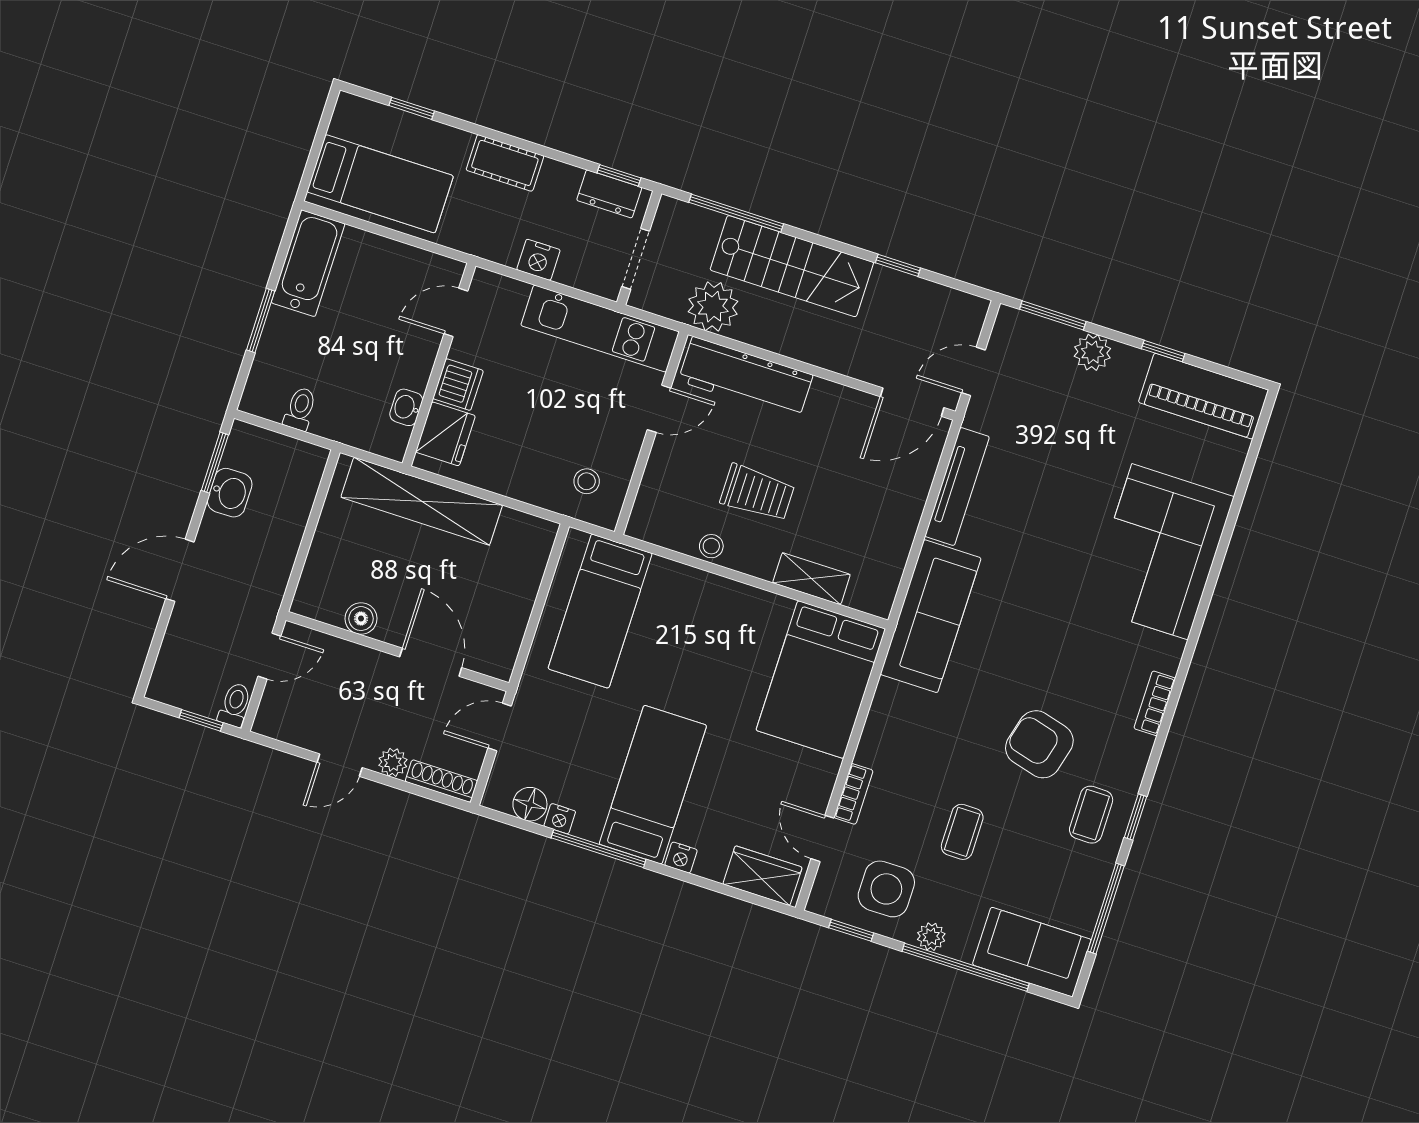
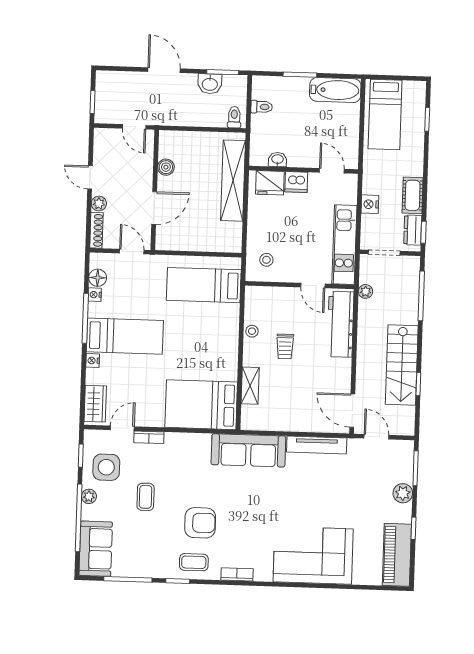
cot: (505, 163) -> (413, 195), moved
stairs: (792, 266) -> (402, 365), moved
plant: (713, 307) -> (366, 291), width x0.53, depth x0.53
trolley: (757, 493) -> (285, 346), width x0.73, depth x0.72
toilet: (235, 705) -> (234, 117), moved, turned -90
armchair: (1039, 744) -> (200, 523), turned 75
coffee table: (1091, 815) -> (194, 562), moved
coffee table: (962, 832) -> (146, 497), turned 90

